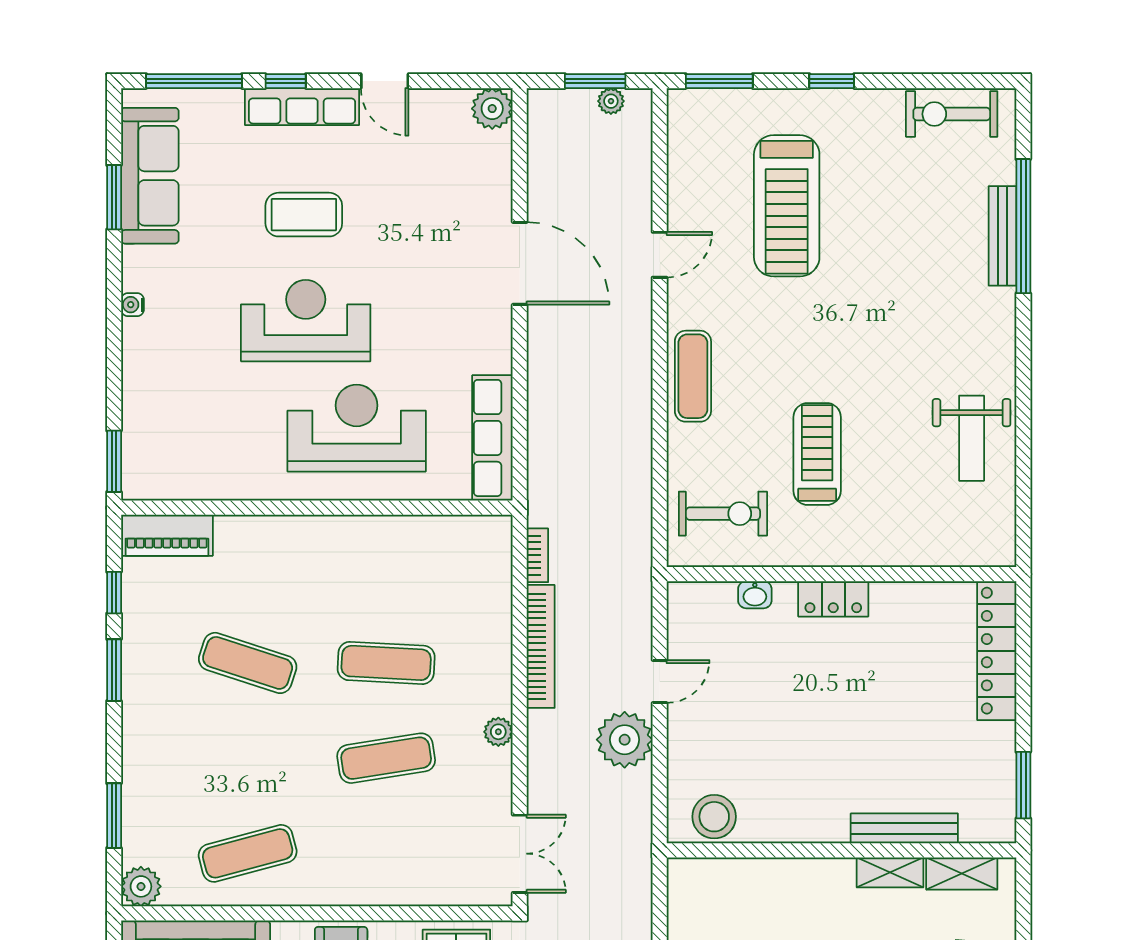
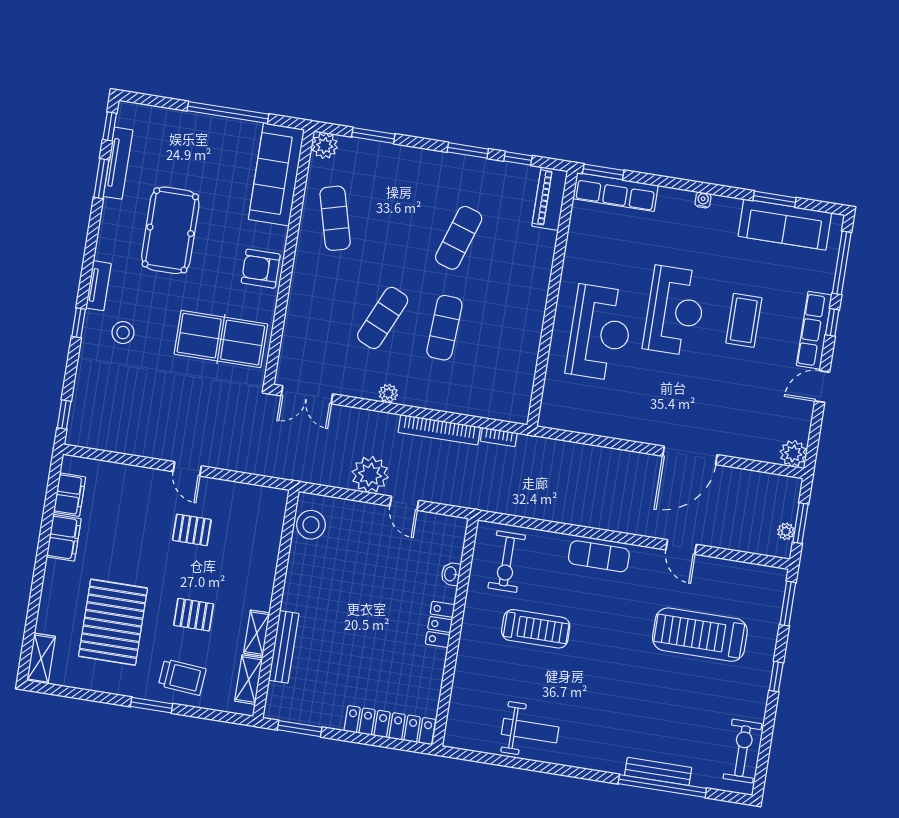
row of seats: (492, 438) -> (616, 192), moved, turned 180
weight bench: (972, 438) -> (530, 731), turned 180
exercise mat: (386, 758) -> (383, 318), turned 33

